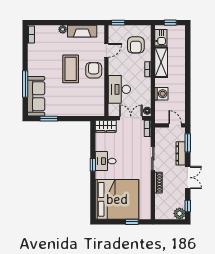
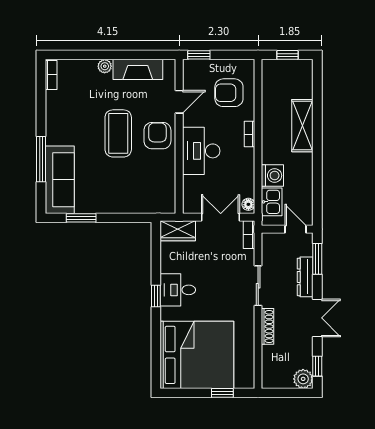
kitchen sink: (161, 38) -> (272, 202), moved
armchair: (136, 45) -> (229, 93), turned 90
shelving: (161, 62) -> (302, 126), moved
desk: (119, 89) -> (201, 151), moved

